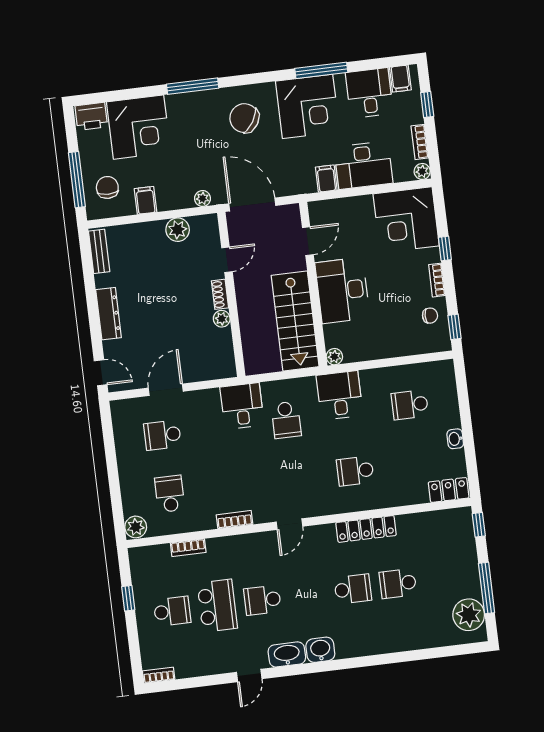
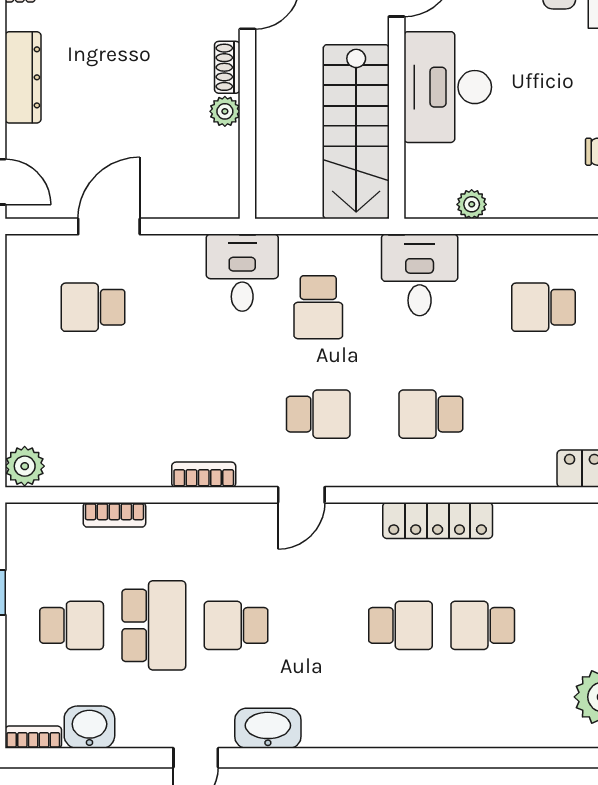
plant: (334, 357) -> (472, 204), moved
school desk: (170, 494) -> (318, 414), moved, turned 90
washbasin: (320, 650) -> (89, 727), moved

